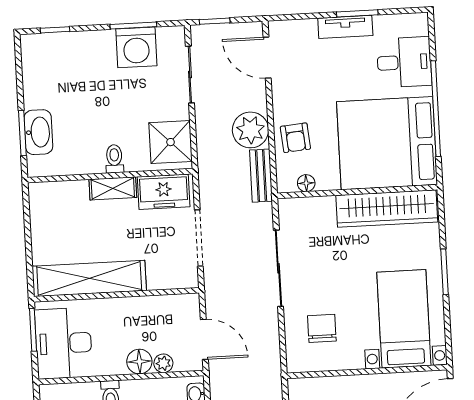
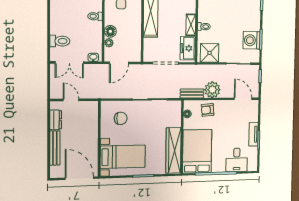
door: (267, 58) -> (243, 99), hinge flipped
bed: (387, 143) -> (197, 151), width x0.73

